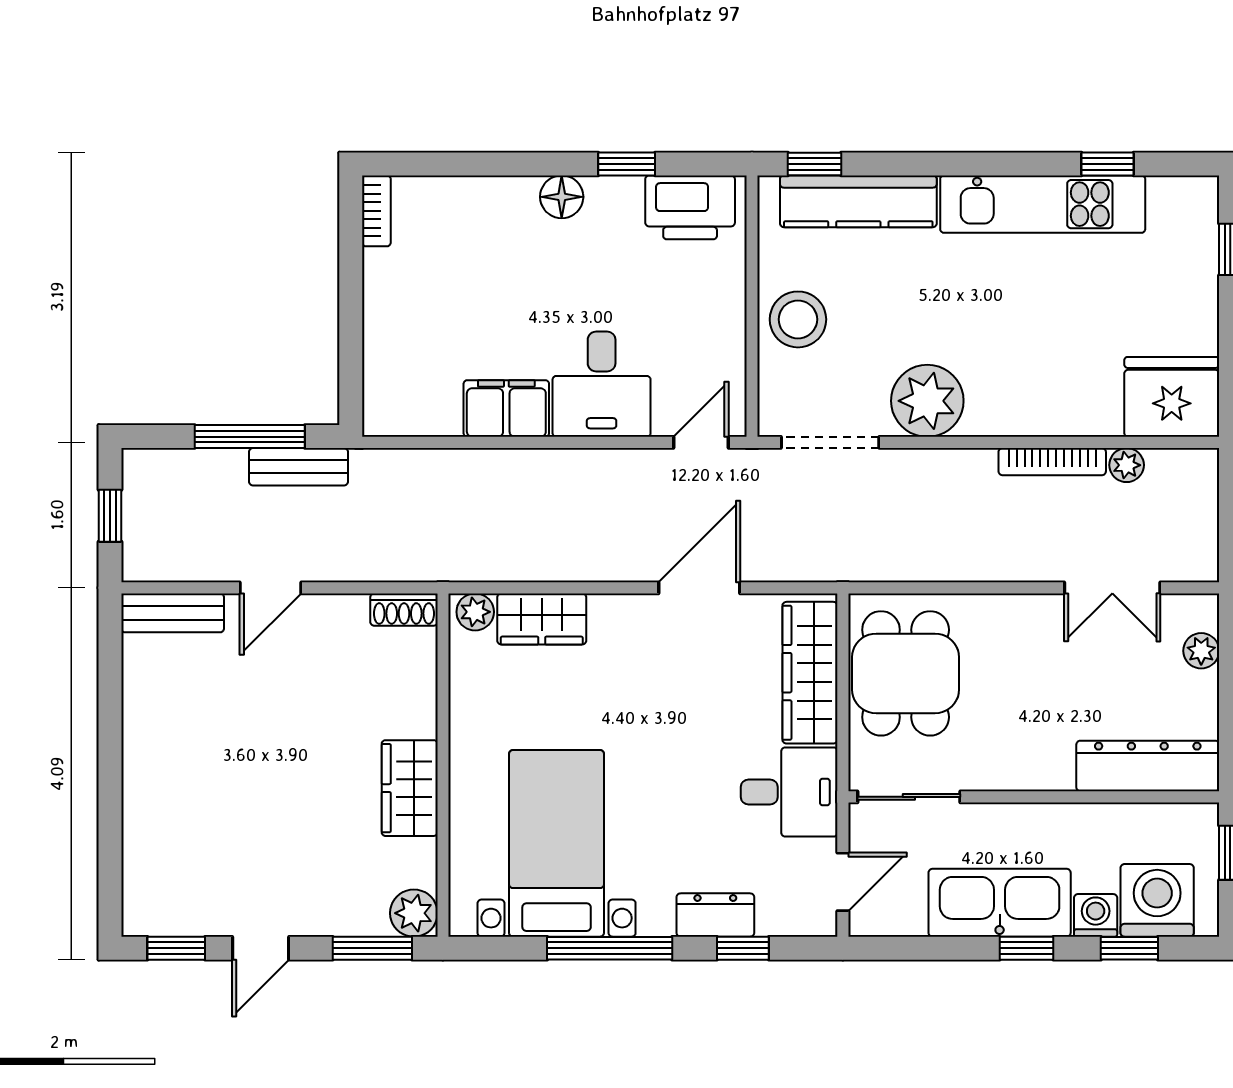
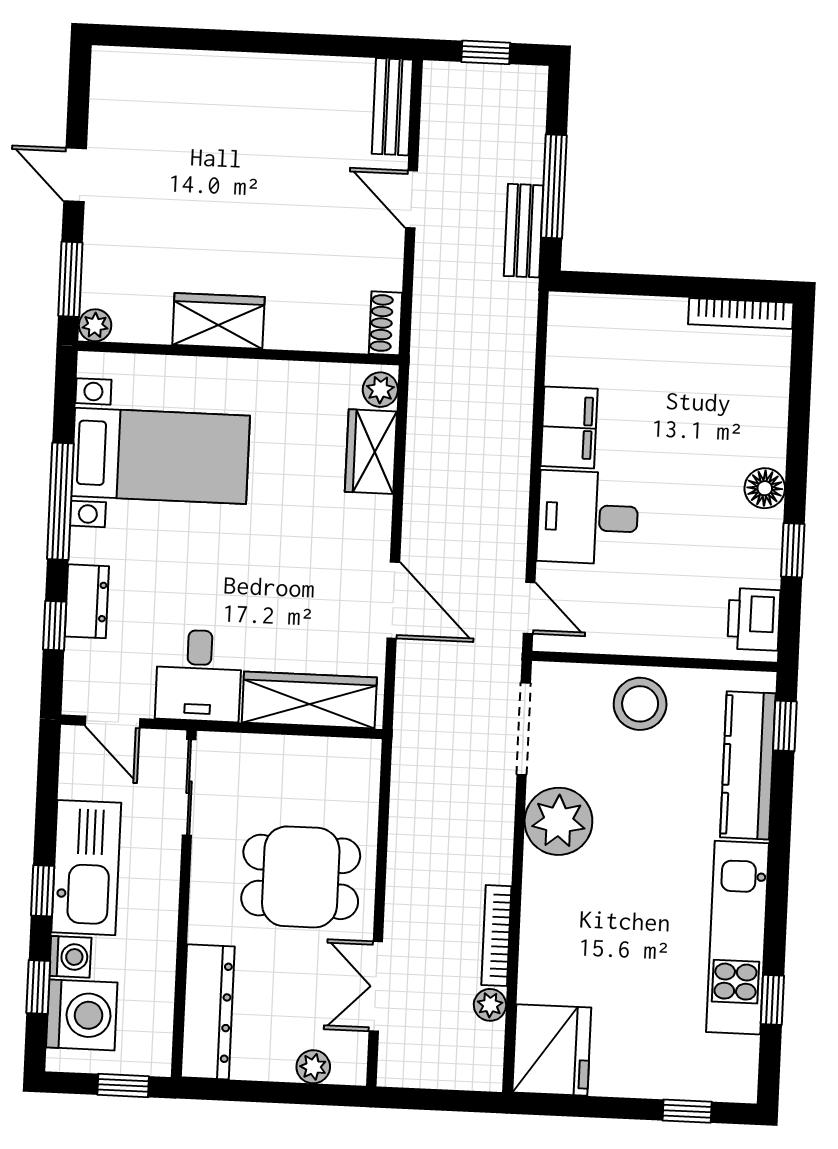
printer: (690, 207) -> (754, 619), width x0.73, depth x0.84
bookcase: (376, 211) -> (741, 313), width x1.56
dining table: (906, 673) -> (301, 877), moved
plant: (414, 913) -> (95, 325), width x0.73, depth x0.73
window: (176, 948) -> (79, 96), removed

